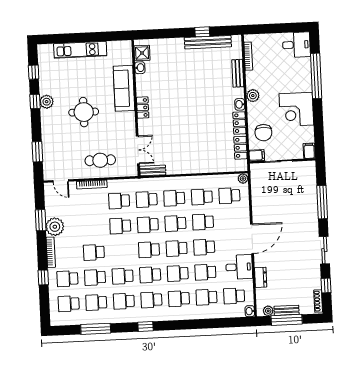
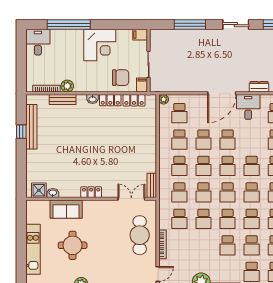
sofa: (124, 88) -> (66, 209), width x0.73
plant: (253, 96) -> (67, 86), moved
round table: (84, 112) -> (73, 245), moved
cafe table: (100, 160) -> (140, 235), width x1.37, depth x1.35
door: (252, 239) -> (222, 93), swing flipped
school desk: (205, 272) -> (228, 219), moved

